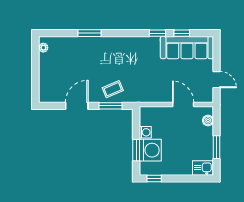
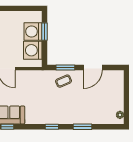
window: (157, 33) -> (52, 127), moved
washing machine: (145, 132) -> (33, 50), width x1.89, depth x1.89
window: (154, 179) -> (30, 8), removed

